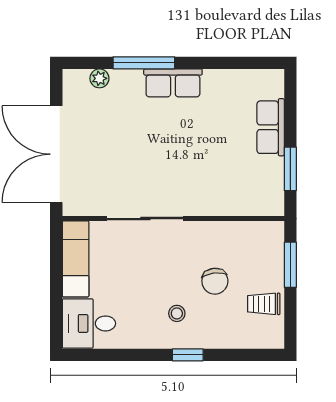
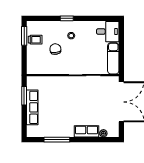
window: (144, 63) -> (57, 140), moved
row of seats: (173, 83) -> (86, 131), moved
row of seats: (271, 127) -> (32, 107), width x1.48
window: (290, 265) -> (24, 36), moved

